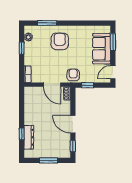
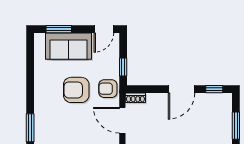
armchair: (60, 41) -> (76, 90), moved
door: (113, 72) -> (104, 29), hinge flipped
door: (52, 85) -> (122, 120), swing flipped

